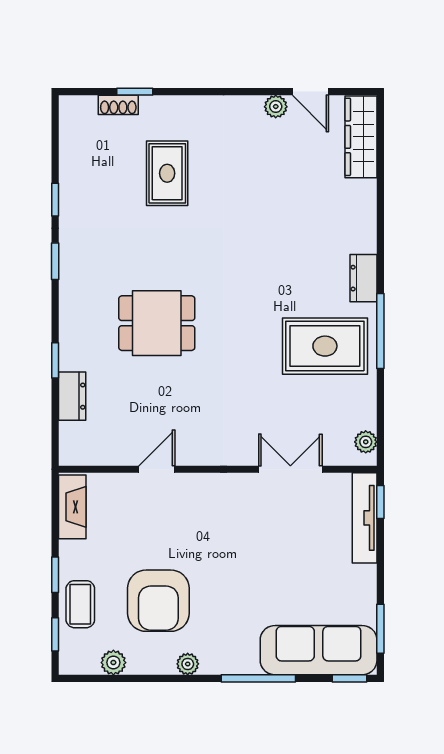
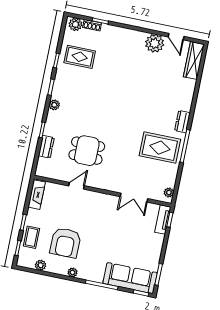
plant: (276, 107) -> (155, 43), width x1.88, depth x1.88
plant: (81, 110) -> (75, 24), added
rug: (167, 173) -> (80, 57), moved, turned 90
plant: (71, 299) -> (54, 105), added
dining table: (157, 323) -> (87, 151), moved
double door: (290, 469) -> (134, 198), swing flipped
tv unit: (365, 518) -> (163, 220), width x0.71

